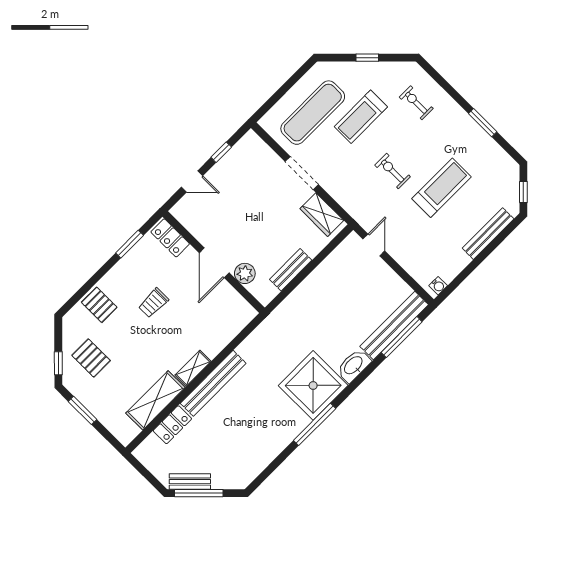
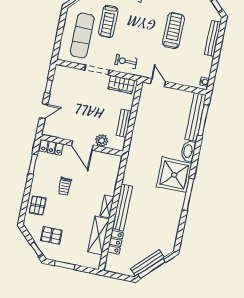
exercise bike: (393, 171) -> (126, 61), moved
pallet: (99, 305) -> (38, 206), turned 90
bench: (190, 482) -> (147, 263), width x1.36

